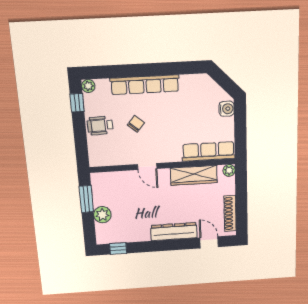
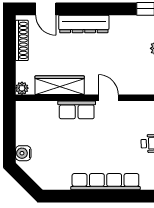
chair: (136, 124) -> (117, 143), removed
row of seats: (208, 151) -> (77, 110), moved, width x0.68

